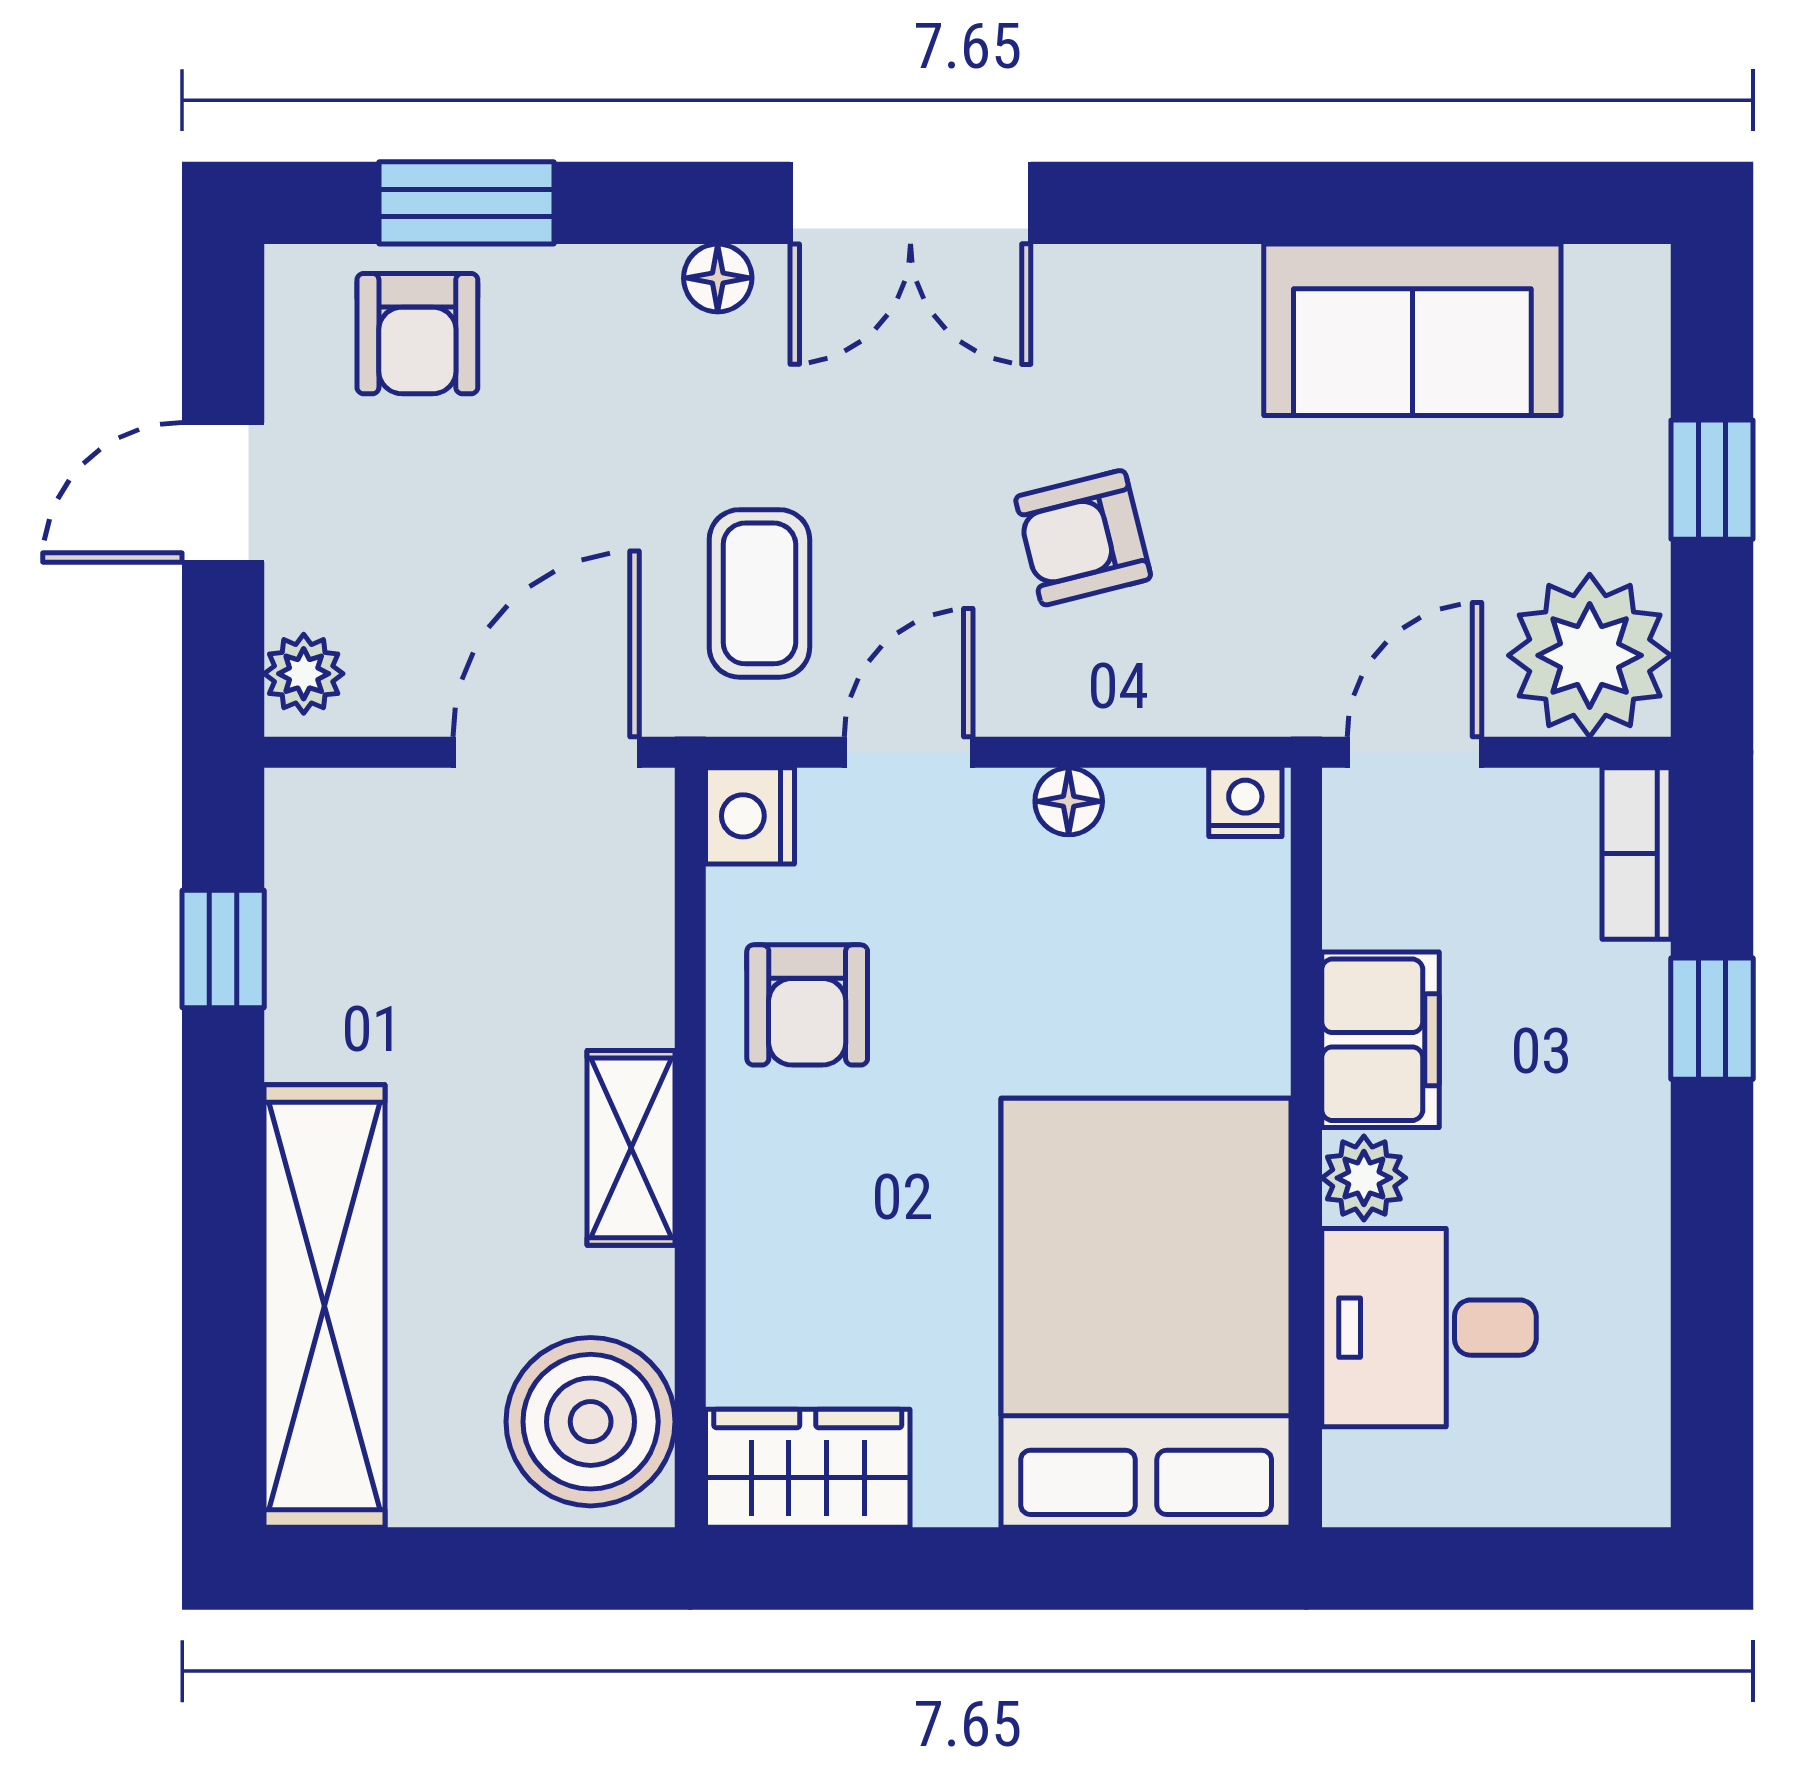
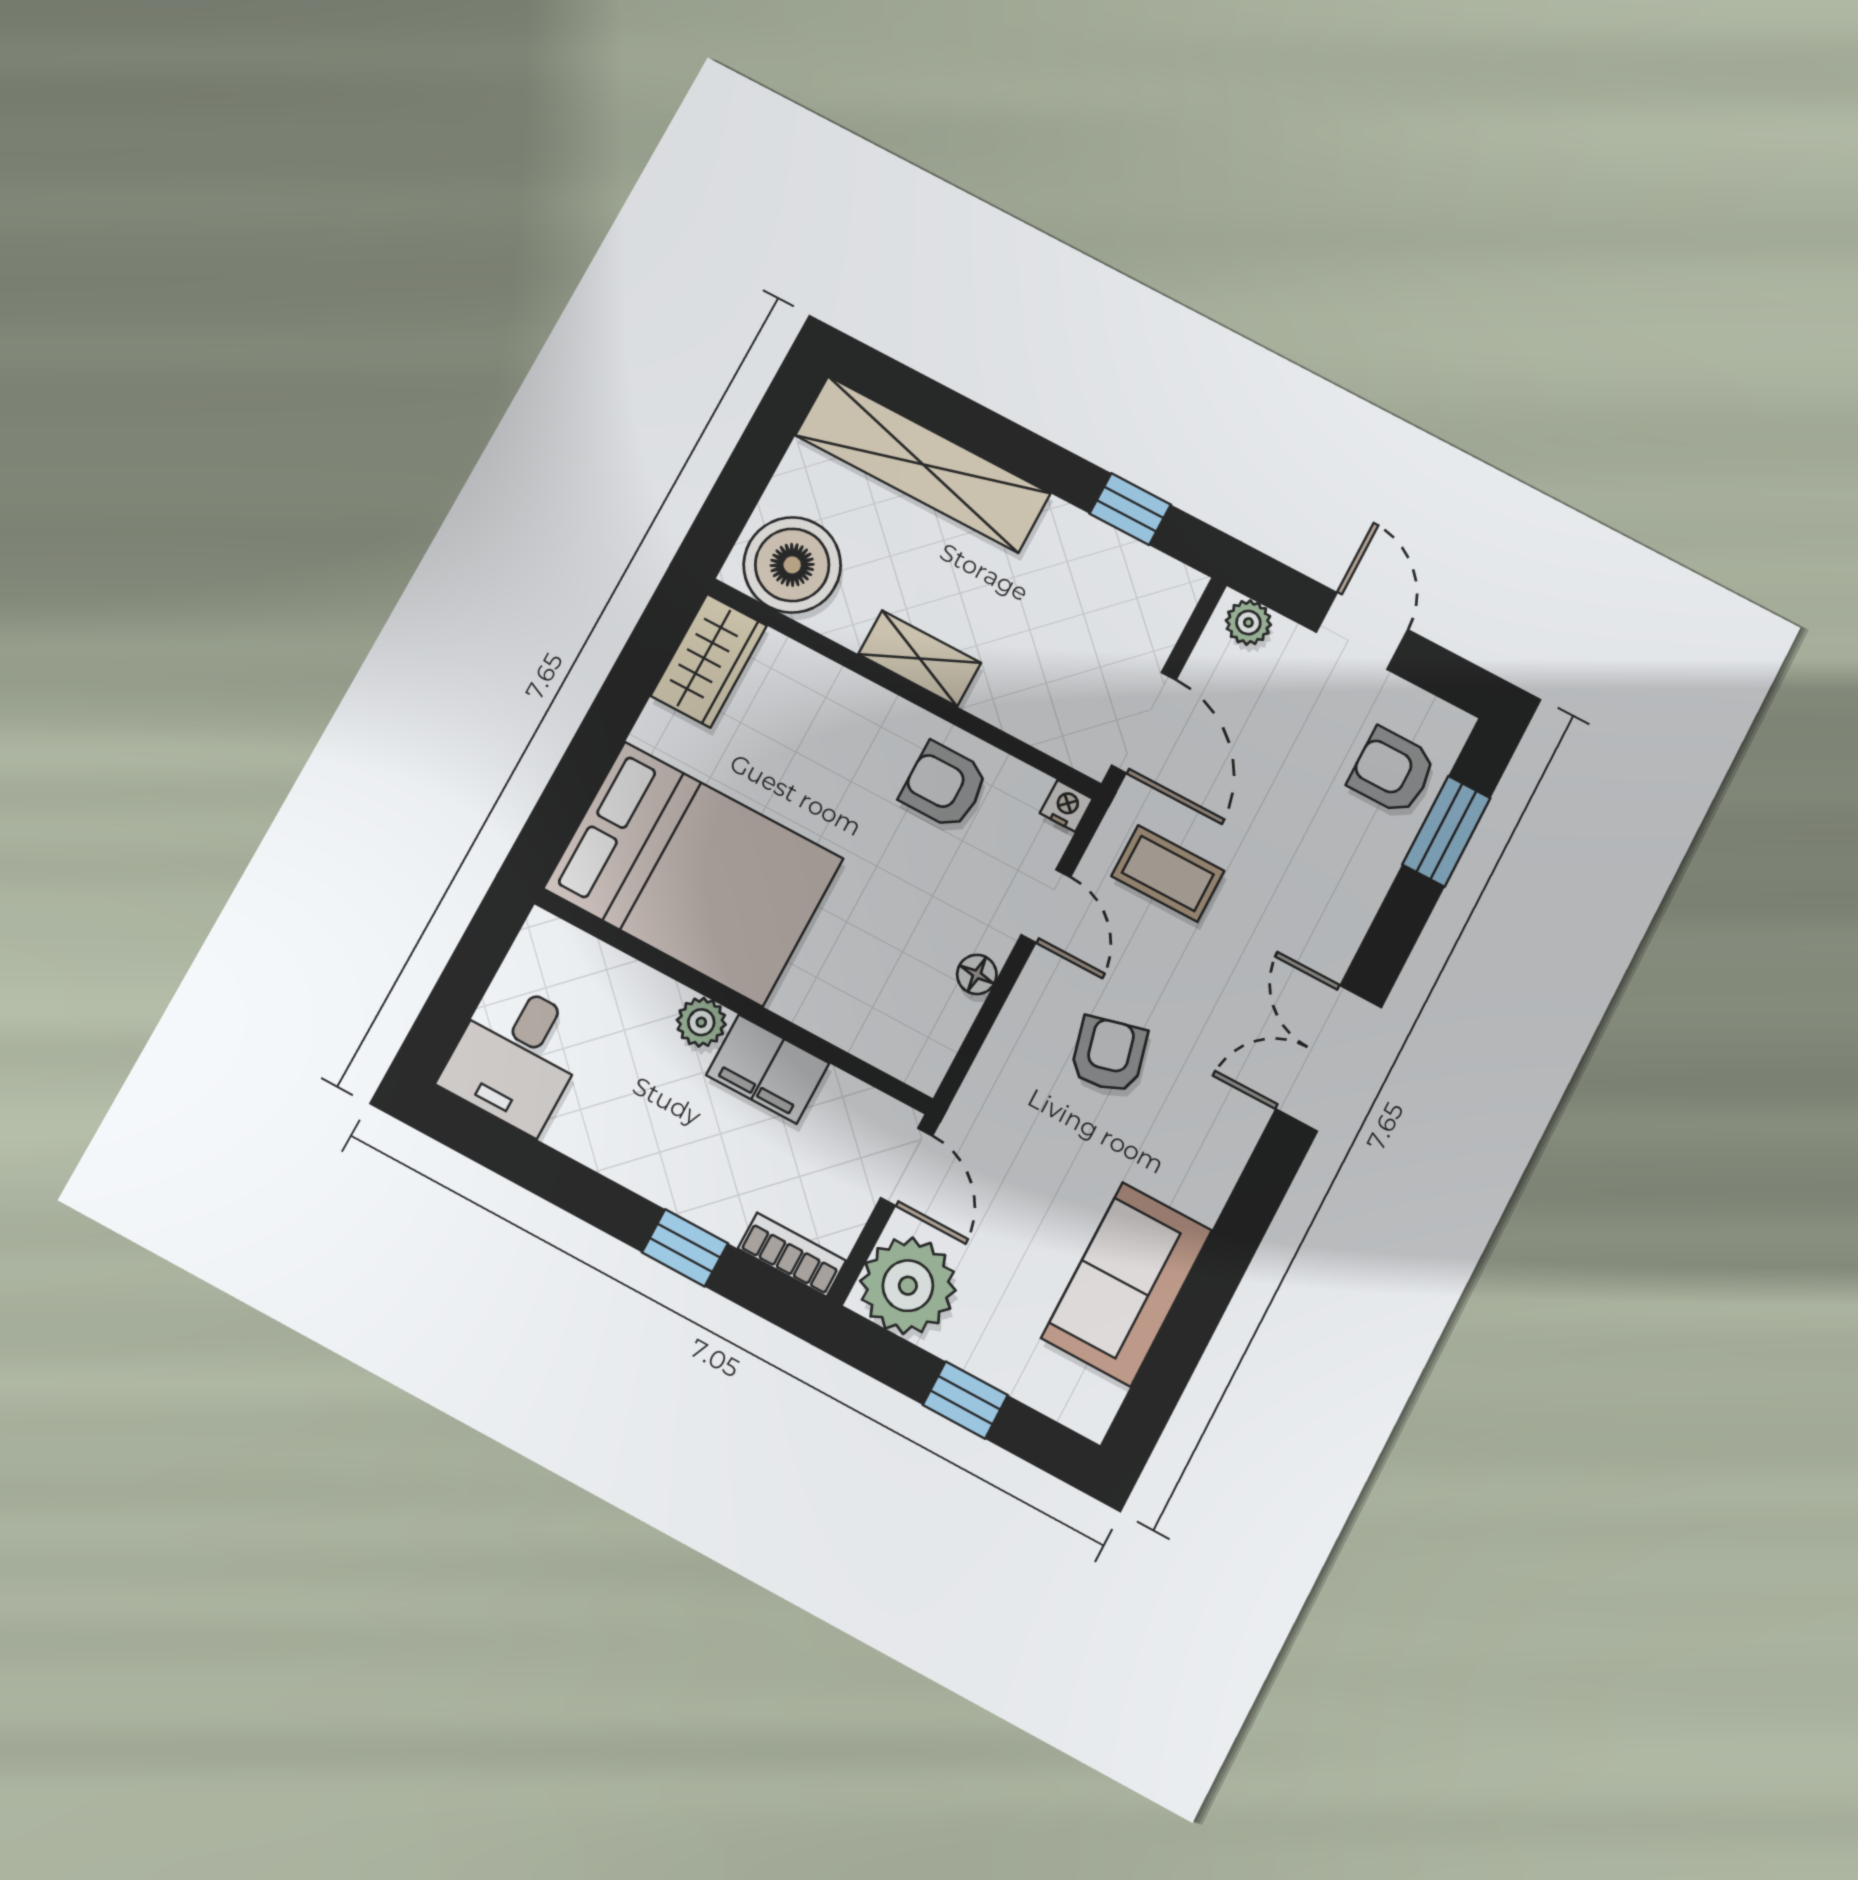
floor lamp: (718, 278) -> (1341, 939), removed
nightstand: (1245, 802) -> (928, 1065), removed
nightstand: (750, 816) -> (1066, 806), width x0.72, depth x0.74
desk: (1429, 1328) -> (516, 1056), moved, turned 180

